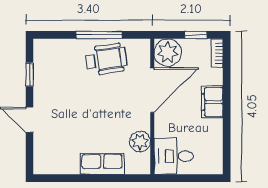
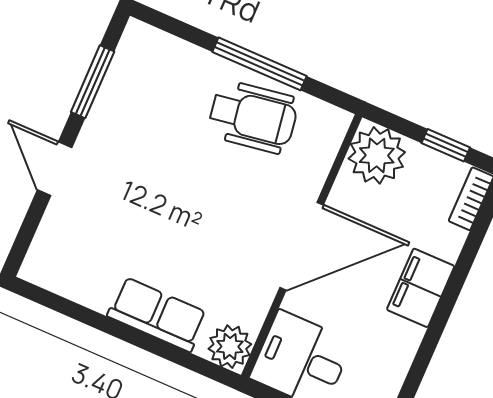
window: (29, 75) -> (93, 82), width x1.50
door: (152, 90) -> (302, 246), moved
plant: (140, 142) -> (230, 347), moved

